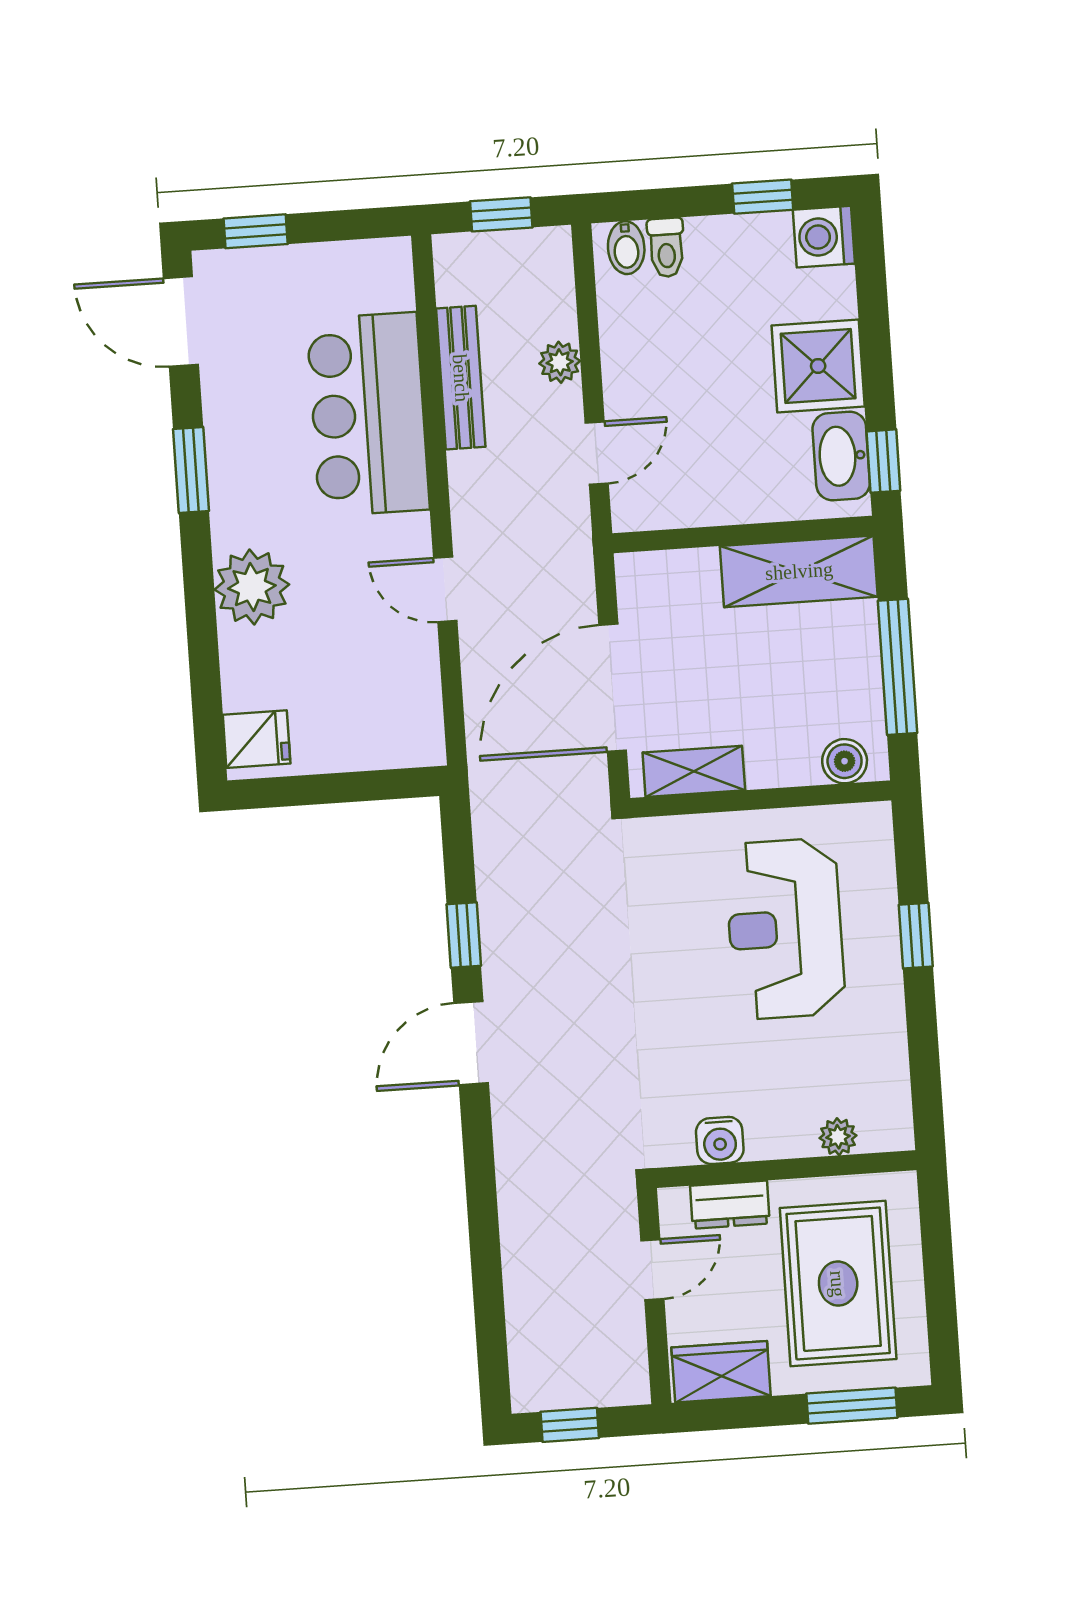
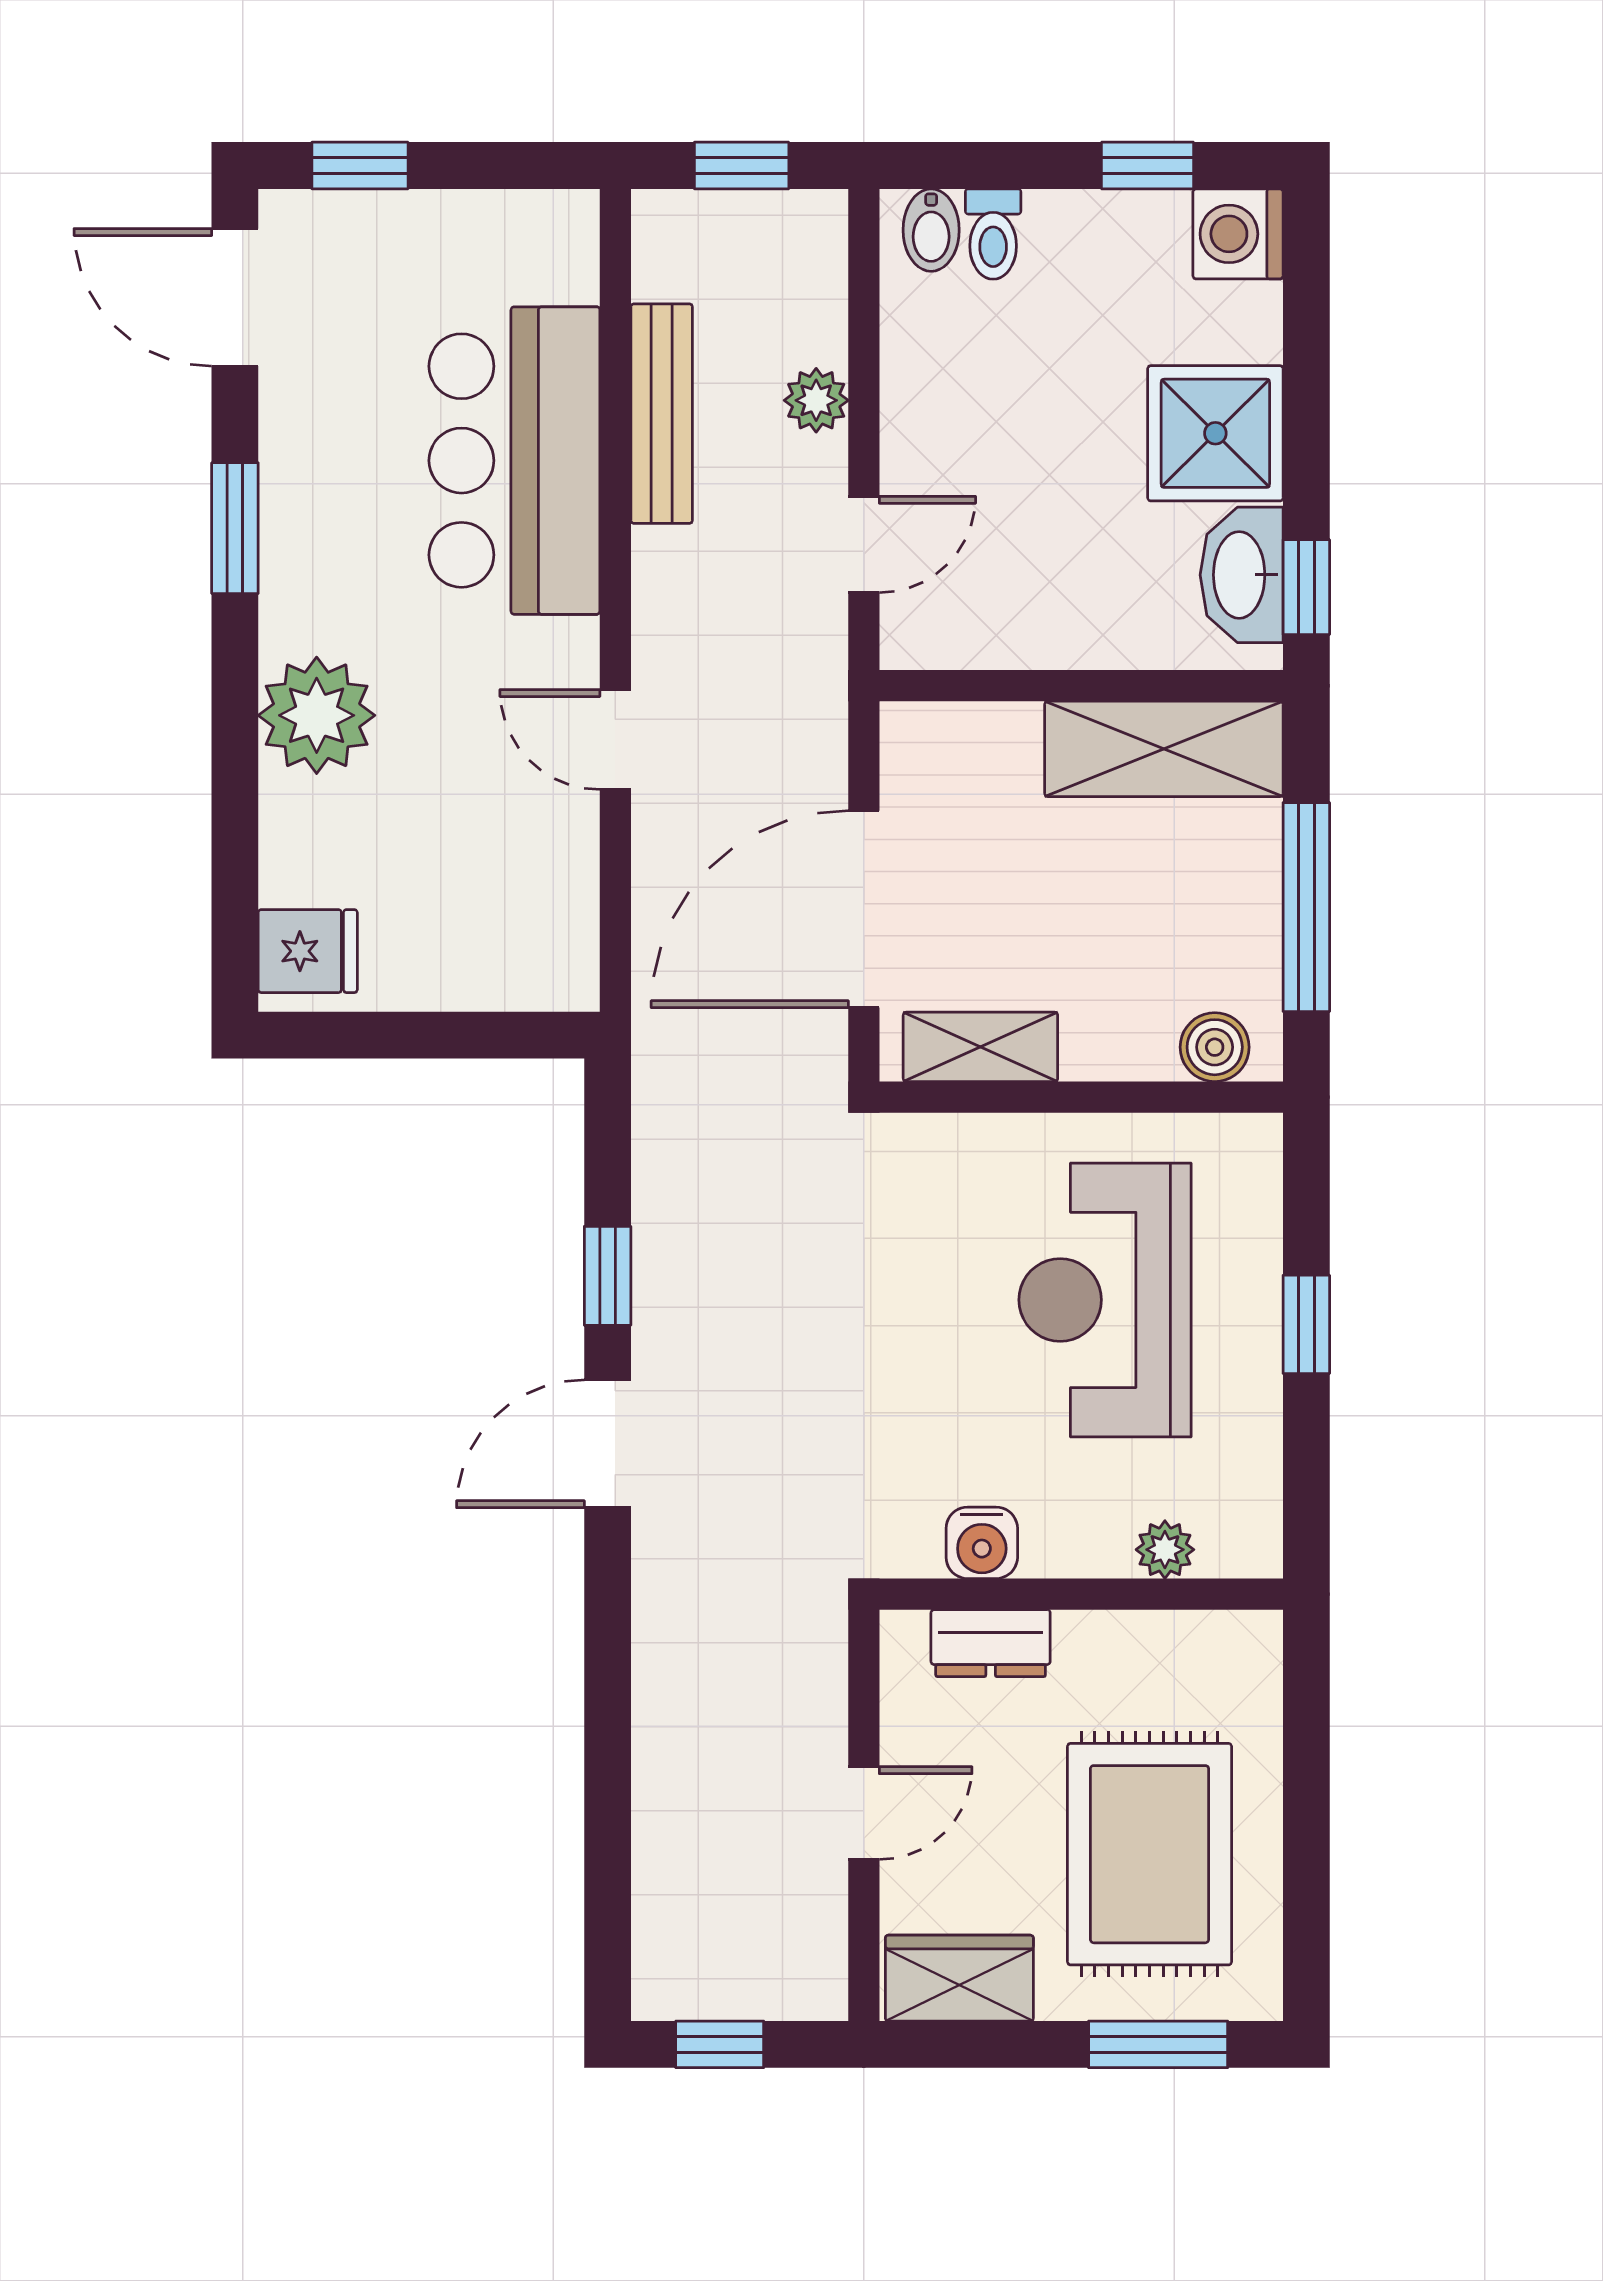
plant: (838, 1137) -> (1165, 1550), moved
water cooler: (720, 1140) -> (982, 1543), moved
wall: (786, 1169) -> (1081, 1594), moved
dresser: (730, 1205) -> (991, 1643), moved

